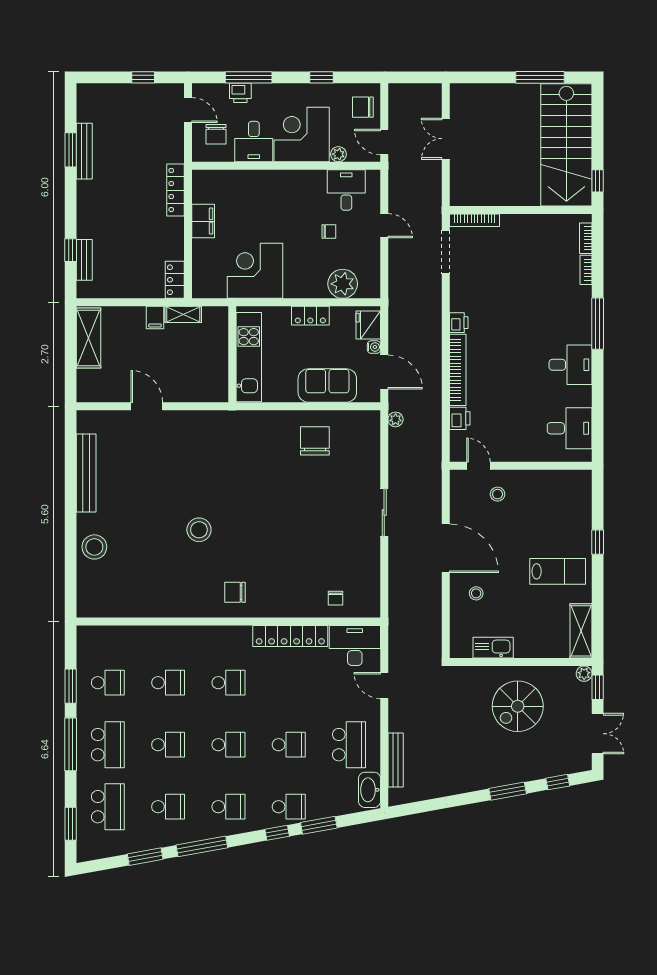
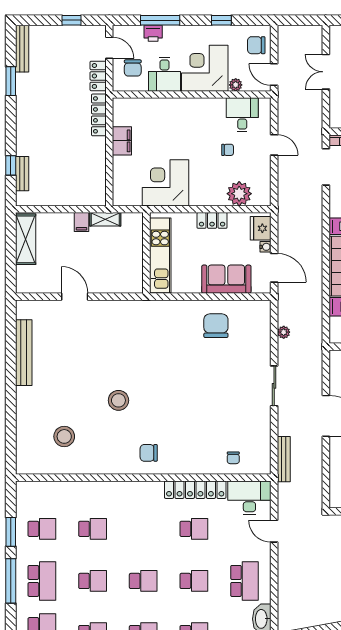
bench: (84, 151) -> (22, 49), moved
locker: (175, 280) -> (98, 76), moved
plant: (396, 419) -> (284, 332), moved
stool: (94, 547) -> (64, 436), moved
school desk: (228, 683) -> (194, 529), moved
bench: (396, 760) -> (284, 459), moved

